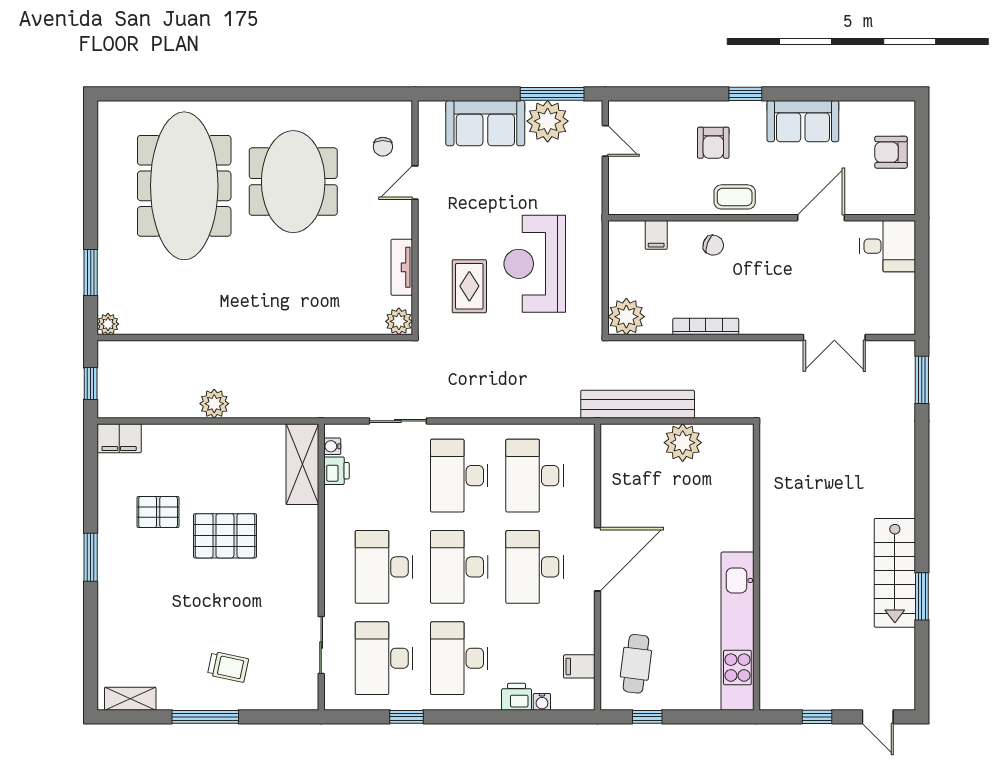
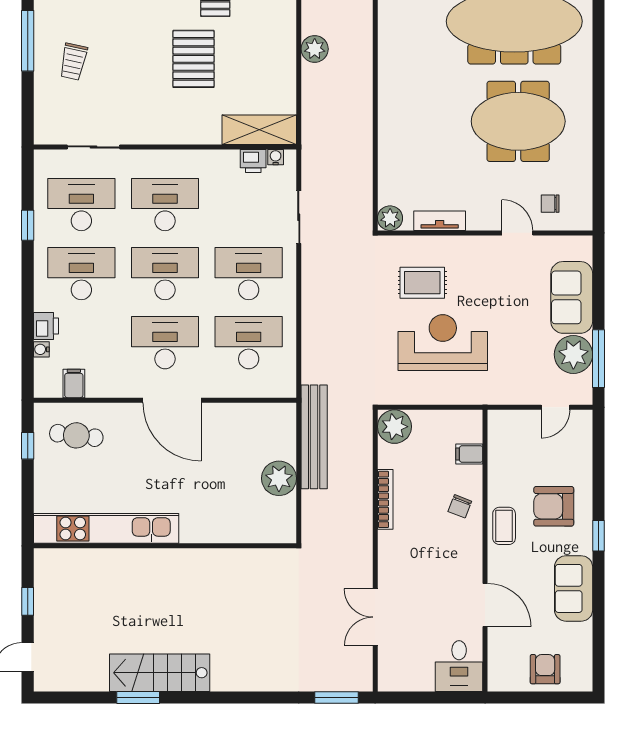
armchair: (713, 143) -> (554, 506), width x1.38, depth x1.38

